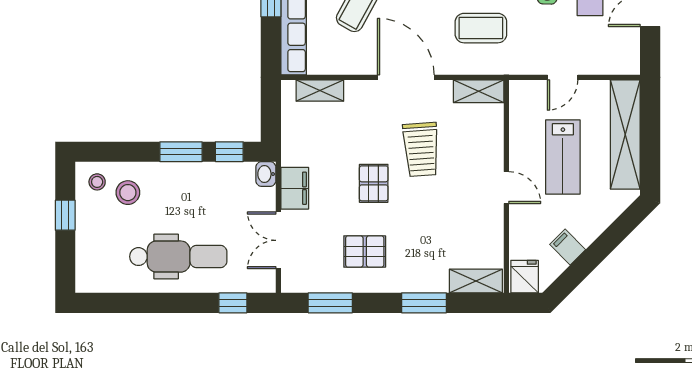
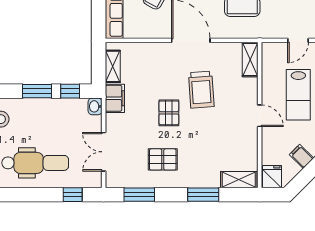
shelving: (320, 91) -> (113, 66), moved, turned 90
shelving: (479, 91) -> (250, 60), moved, turned 90
filing cabinet: (295, 188) -> (115, 98), moved

